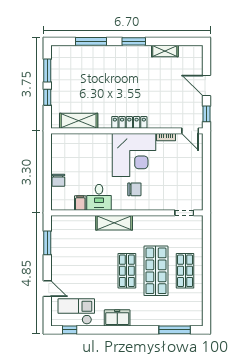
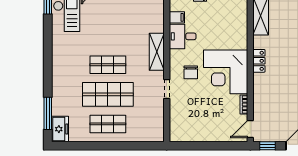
locker: (129, 122) -> (259, 61), width x0.66
doorway: (184, 213) -> (167, 89), moved
freezer: (117, 318) -> (60, 129), moved

